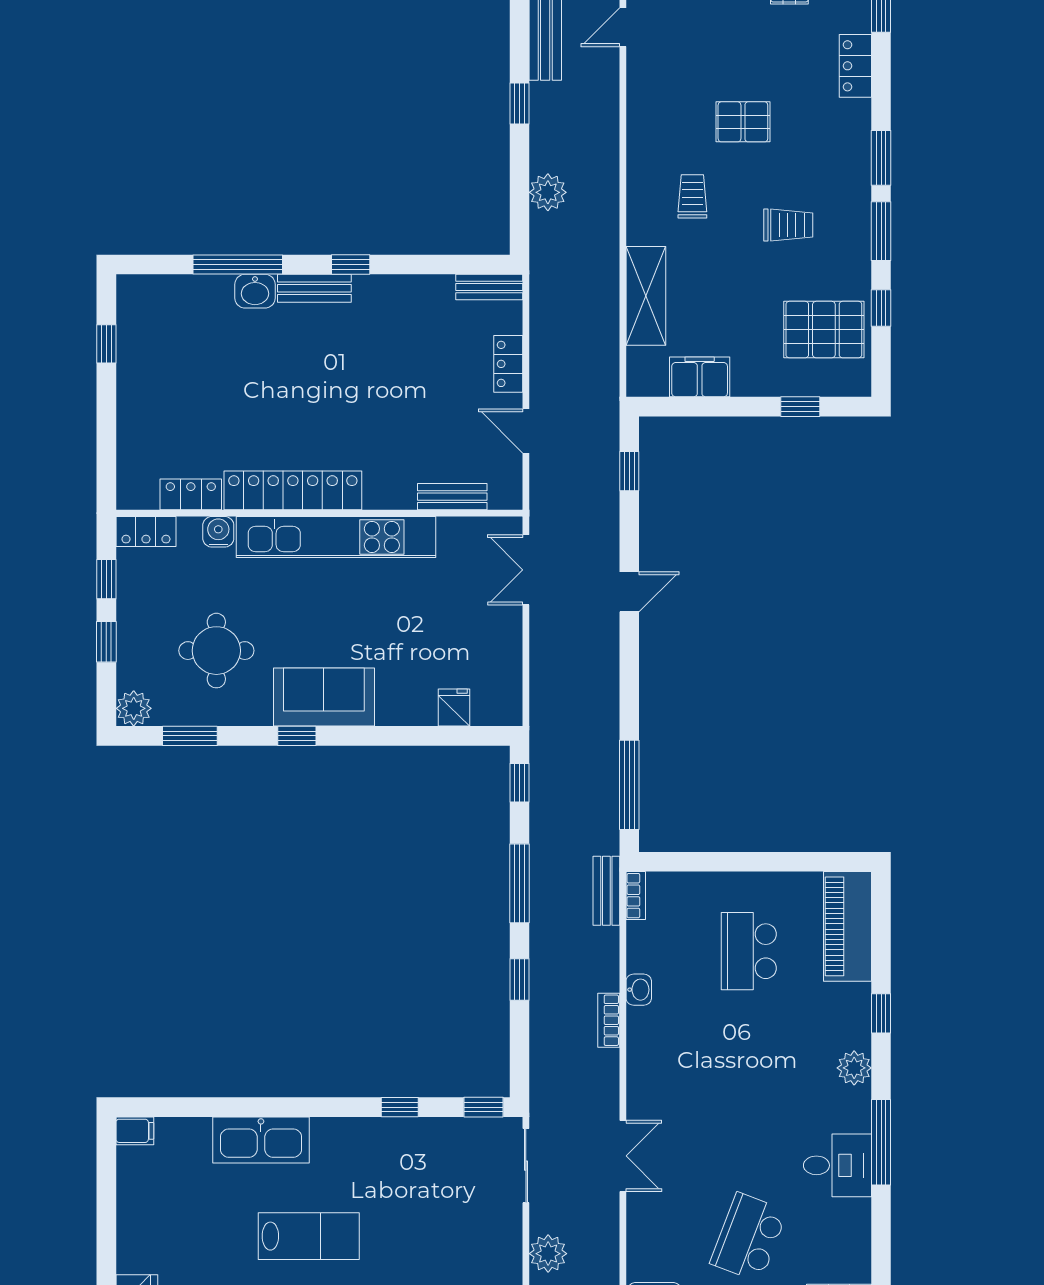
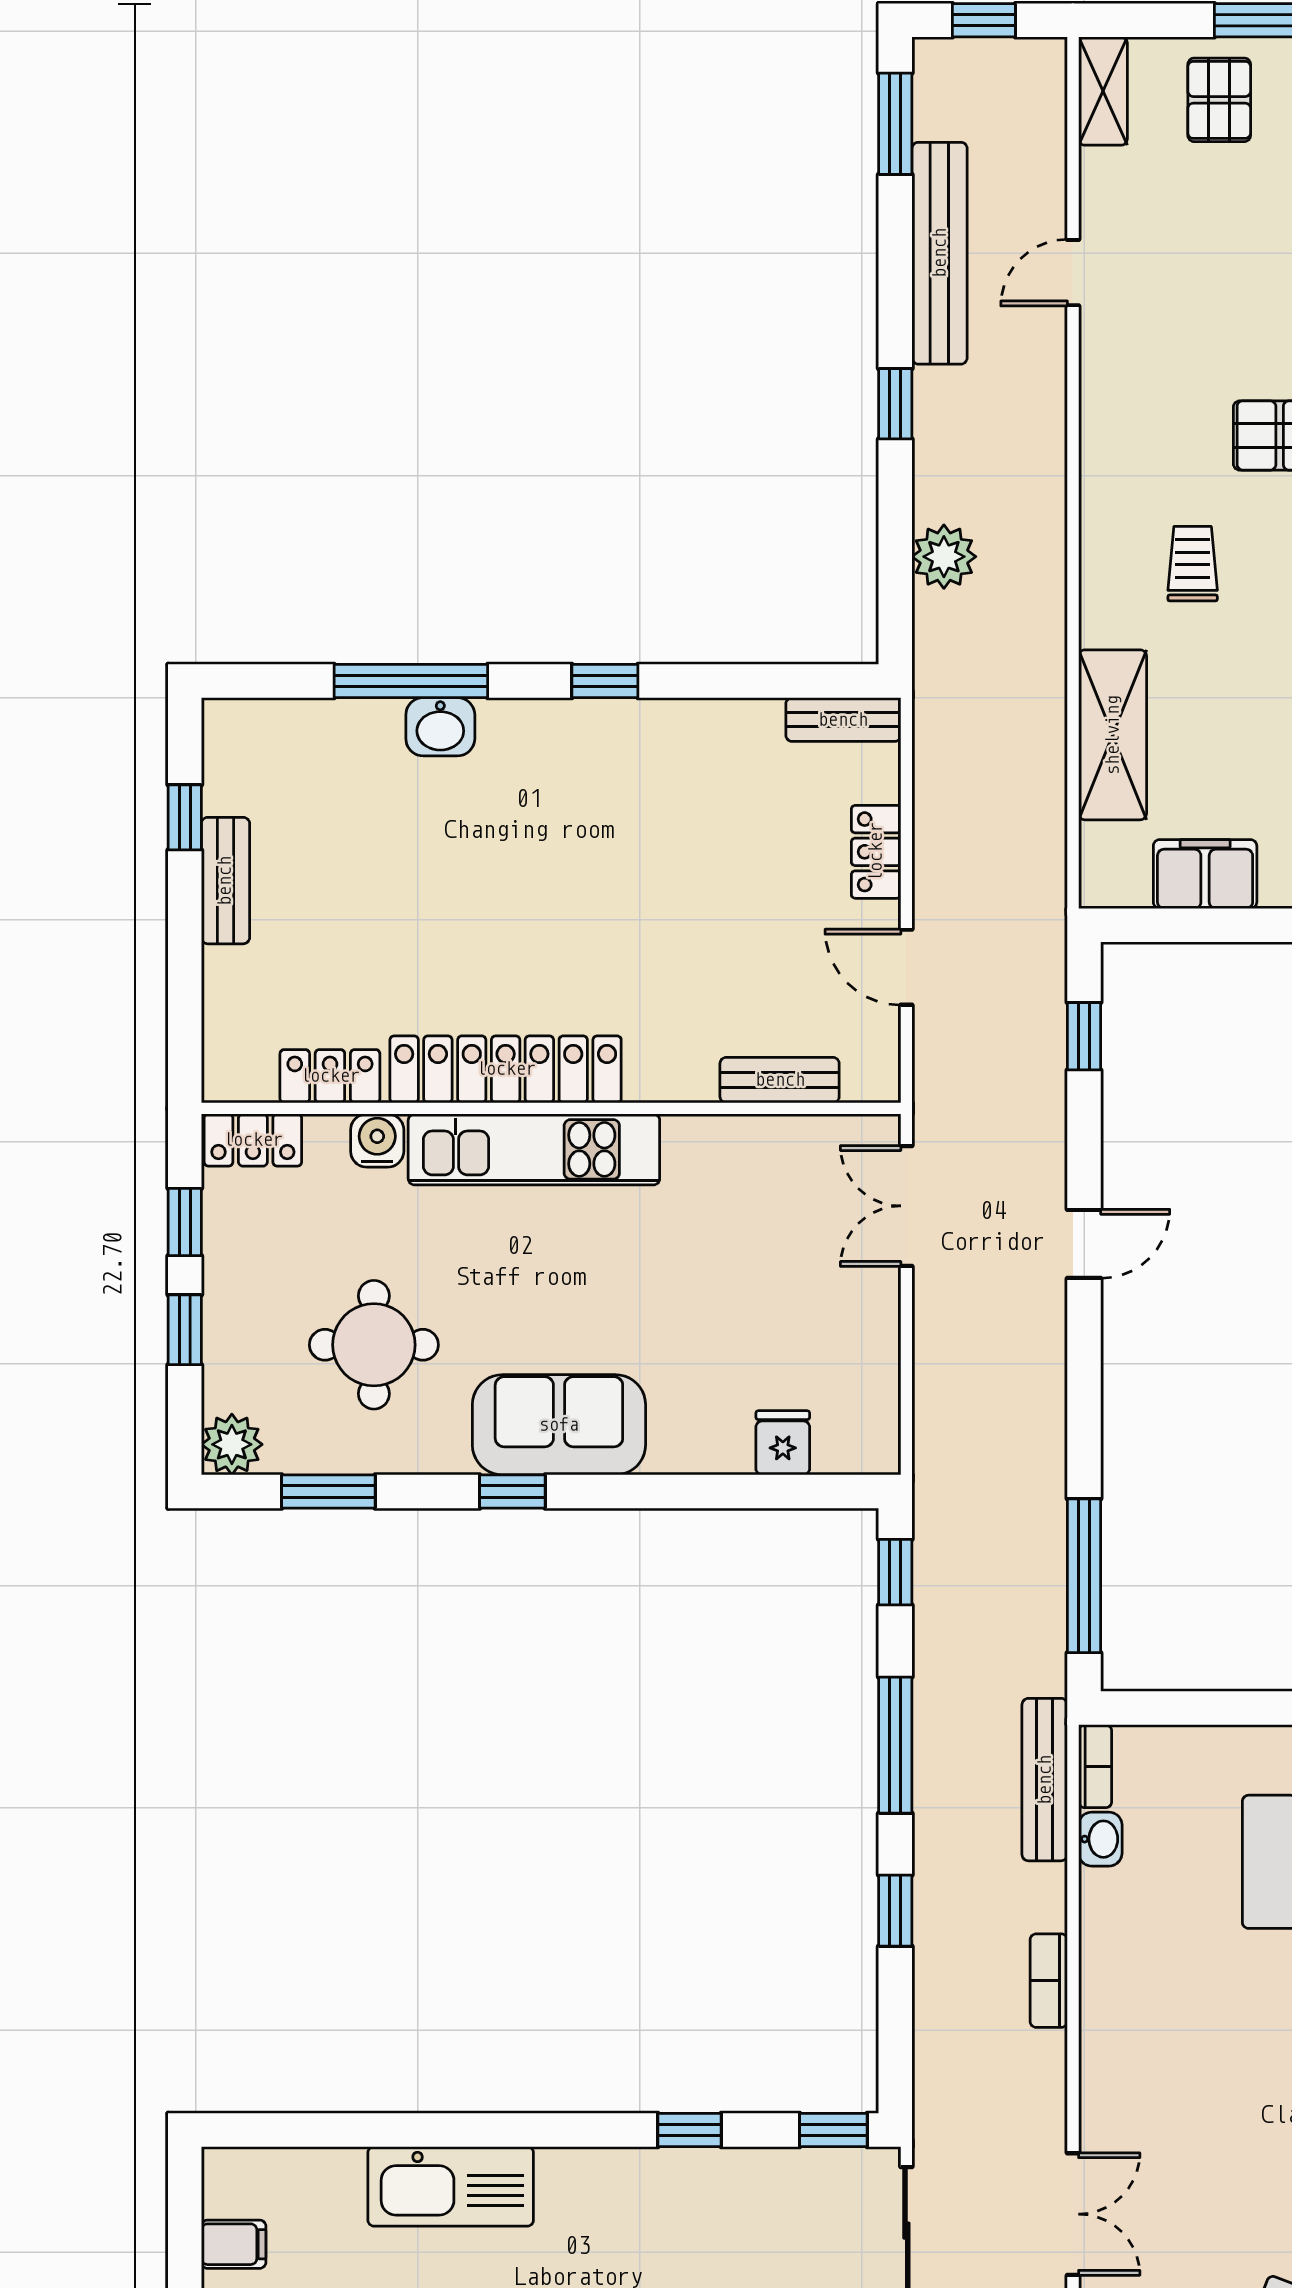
bench: (314, 288) -> (225, 881), moved, turned 90
kitchen unit: (336, 537) -> (534, 1149), width x0.73
bench: (606, 891) -> (1045, 1780), width x1.36
washbasin: (639, 990) -> (1100, 1839), moved
filing cabinet: (135, 1131) -> (234, 2244), moved

